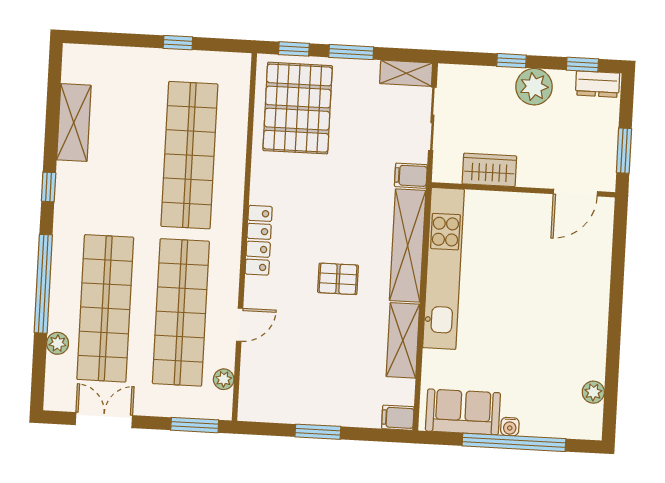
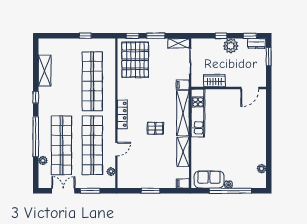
window: (624, 151) -> (269, 57), moved
kitchen unit: (443, 268) -> (198, 113), width x0.73
window: (195, 425) -> (90, 191), moved

